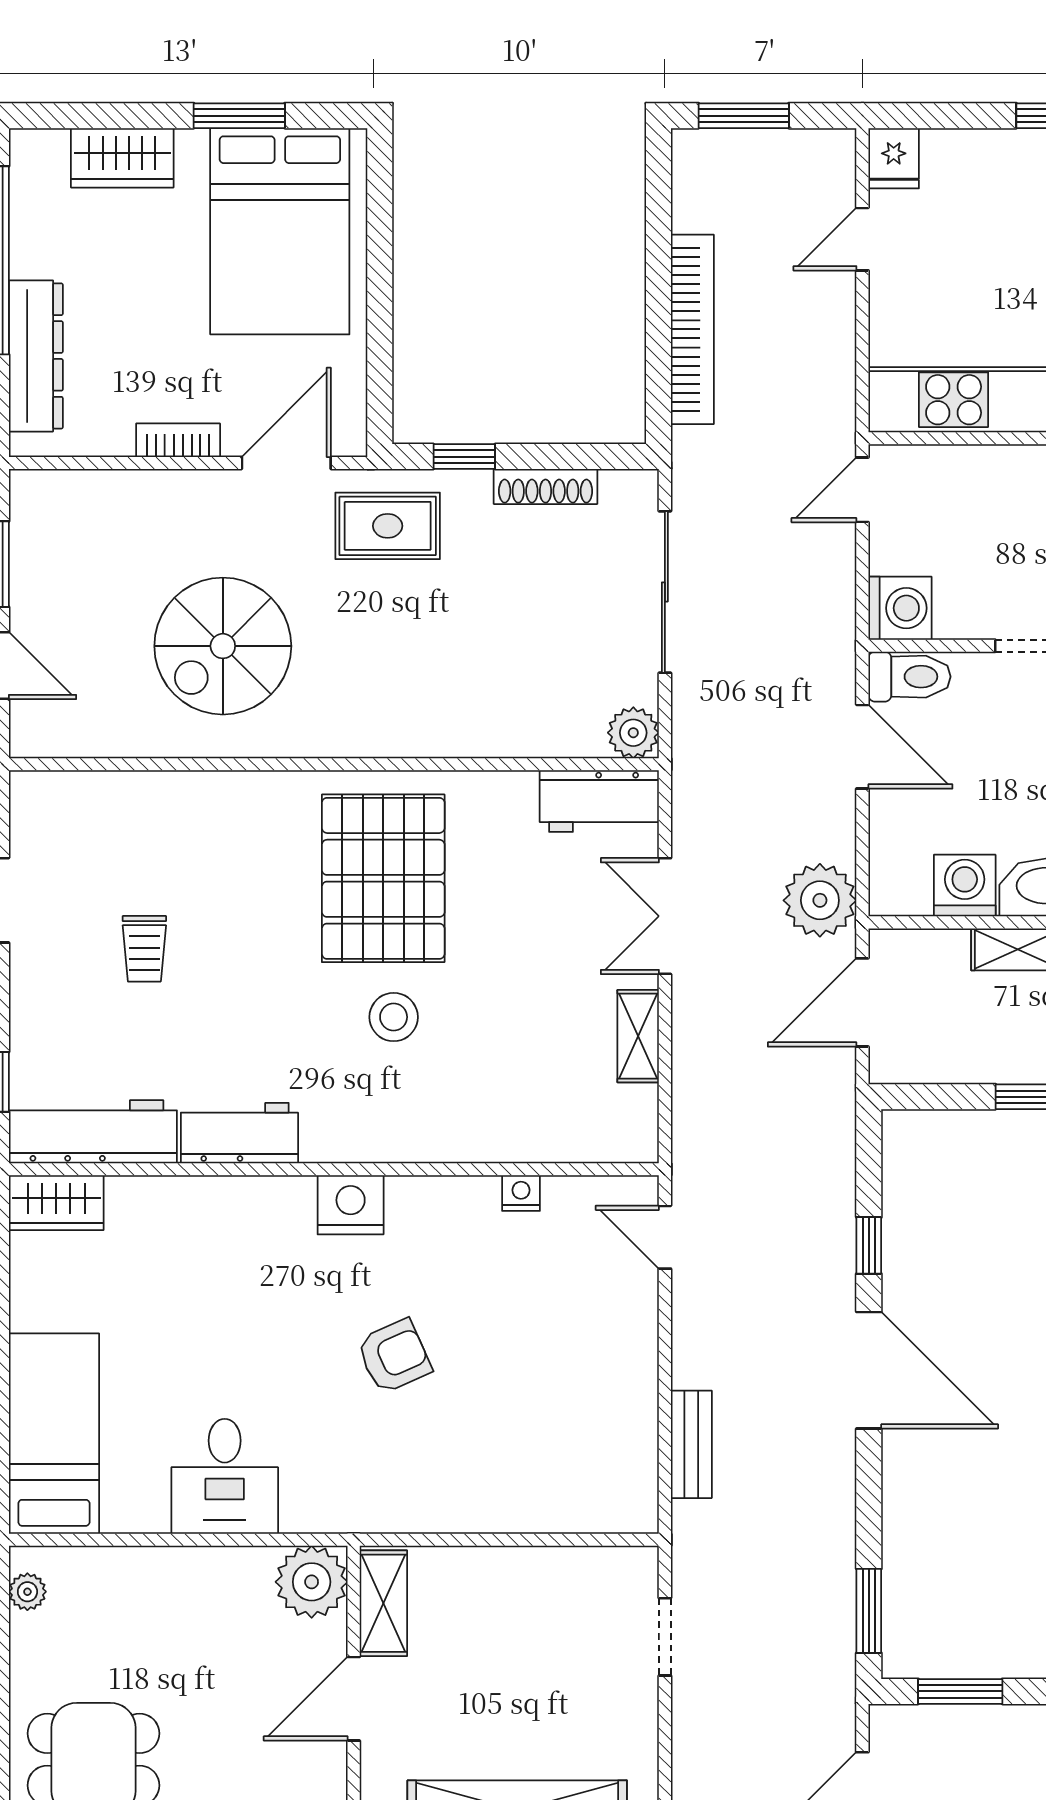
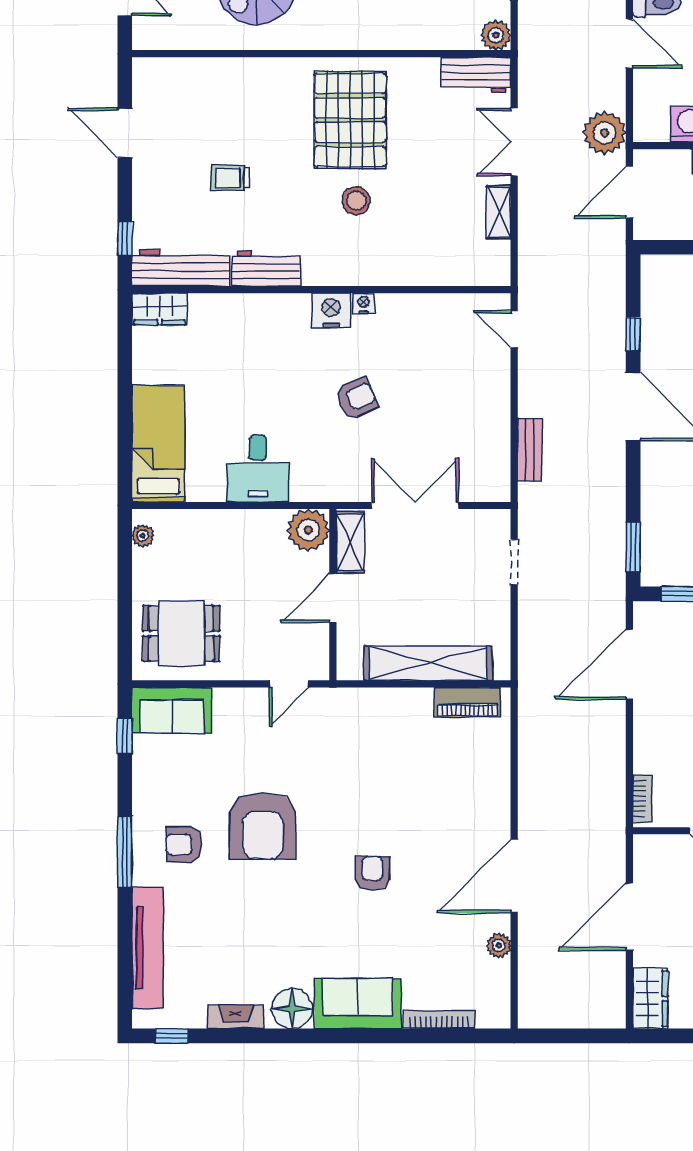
trolley: (144, 949) -> (230, 178), moved, turned 90
nightstand: (521, 1193) -> (364, 303), moved
double door: (495, 1540) -> (415, 505), added

